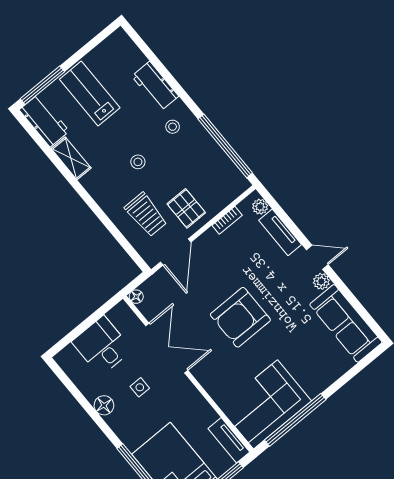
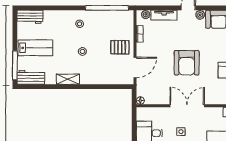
workbench: (155, 86) -> (30, 17), moved
lab bench: (90, 93) -> (35, 48), turned 180
shelving: (71, 158) -> (68, 79), moved
trolley: (146, 215) -> (108, 67), removed
door: (176, 252) -> (135, 67), hinge flipped
double door: (167, 348) -> (187, 106), moved

